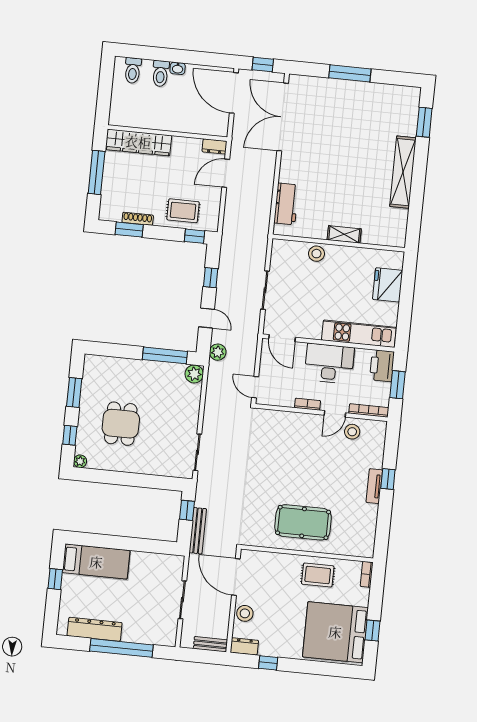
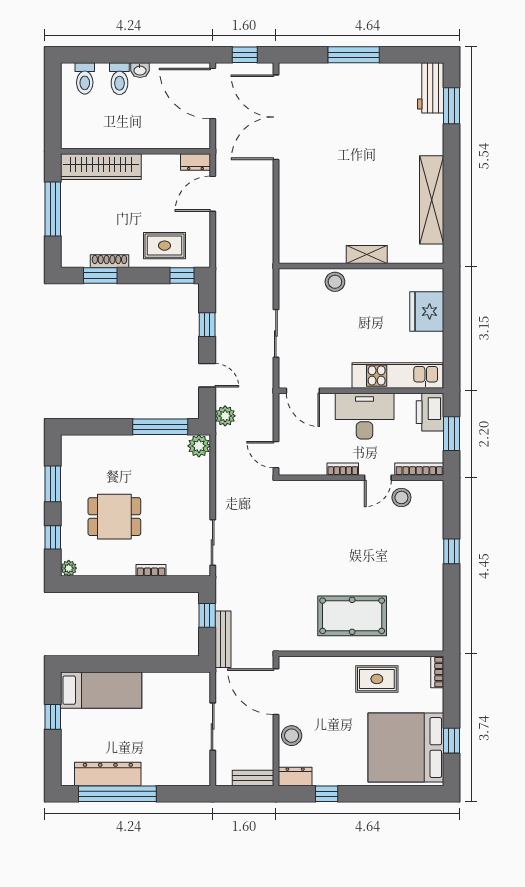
shelving: (403, 172) -> (432, 200), moved
workbench: (286, 204) -> (431, 88), moved, turned 180
dining table: (121, 424) -> (114, 517), turned 90
bookcase: (146, 470) -> (151, 570), added
tv unit: (374, 486) -> (436, 562), removed
window: (121, 648) -> (117, 794), moved

